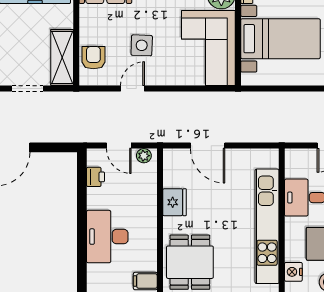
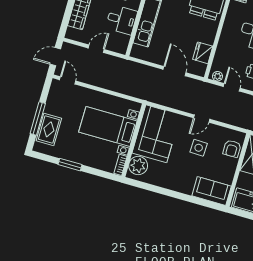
door: (133, 88) -> (202, 119), moved
fridge: (175, 202) -> (203, 53), moved

